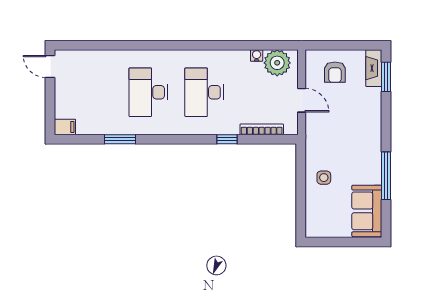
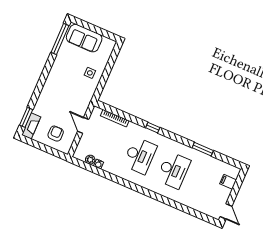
plant: (277, 63) -> (90, 160), width x0.53, depth x0.53
filing cabinet: (65, 127) -> (228, 182), moved
window: (227, 139) -> (153, 128), moved
window: (386, 176) -> (60, 39), moved
sofa: (367, 211) -> (84, 38), moved, turned 90

